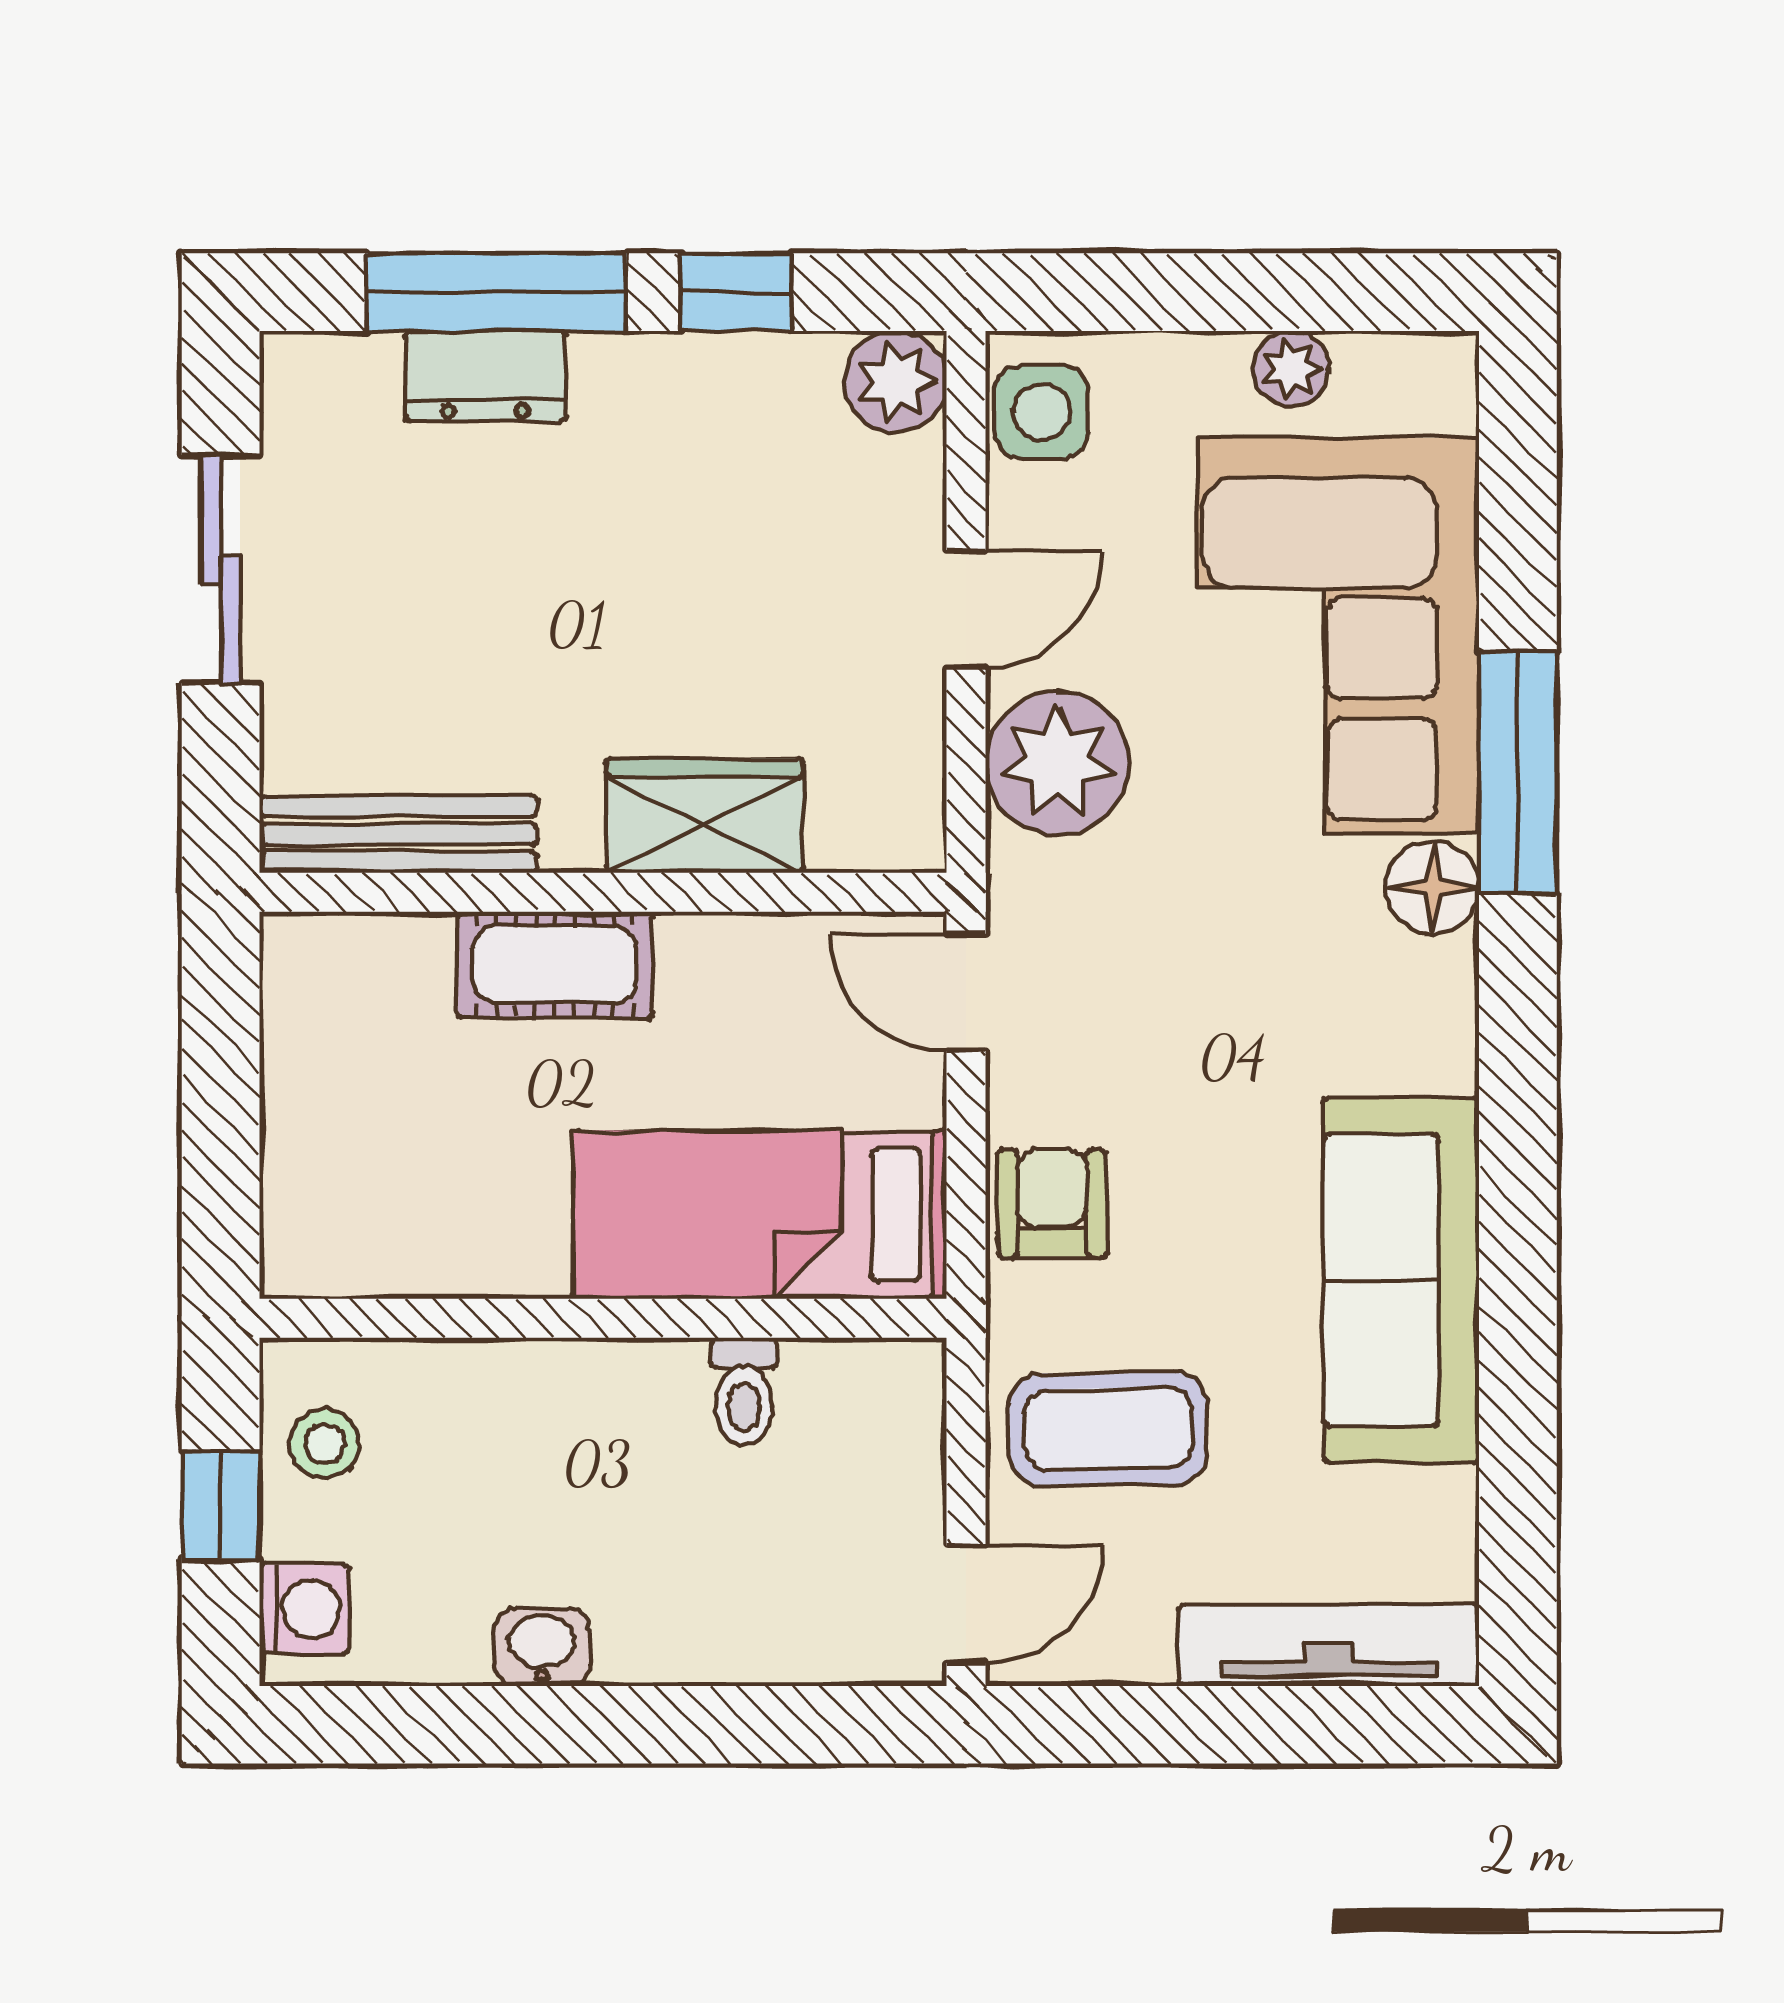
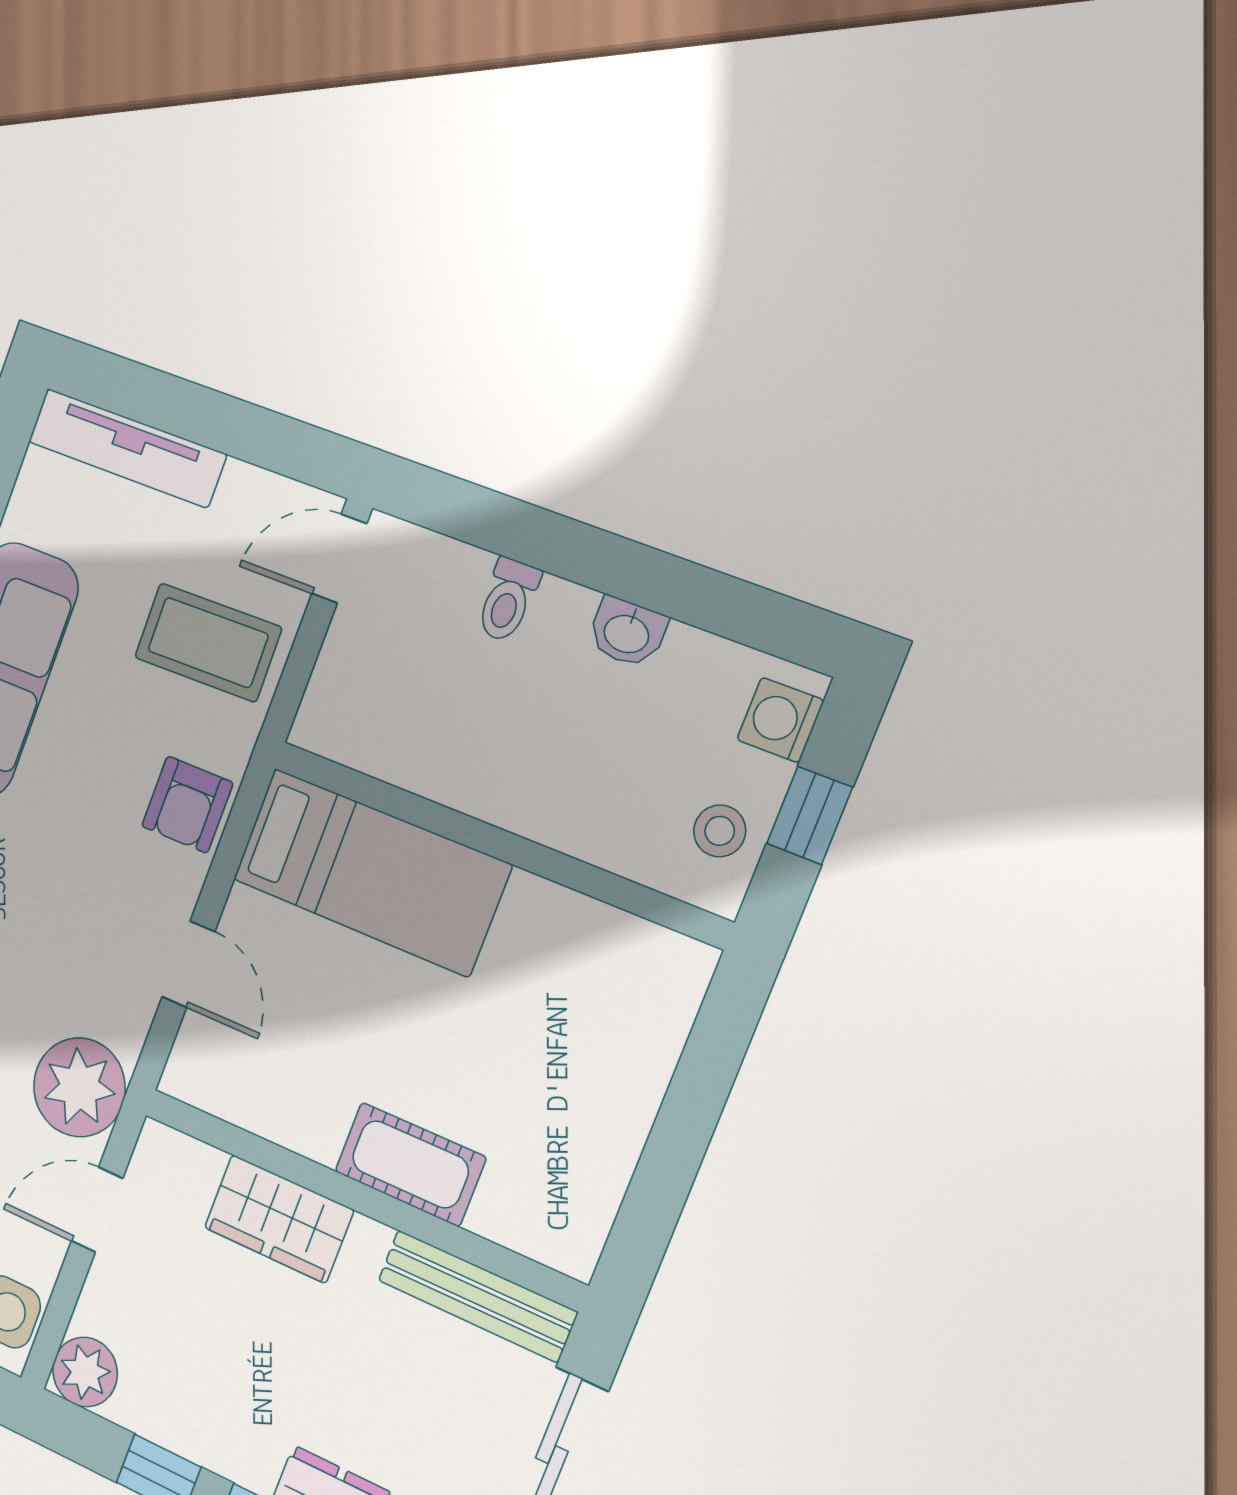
wardrobe: (705, 816) -> (279, 1219), moved
bench: (398, 834) -> (477, 1296), moved
wall: (603, 892) -> (361, 1198), moved
cot: (555, 965) -> (410, 1164), moved
toilet: (744, 1392) -> (508, 600), moved, turned 180

